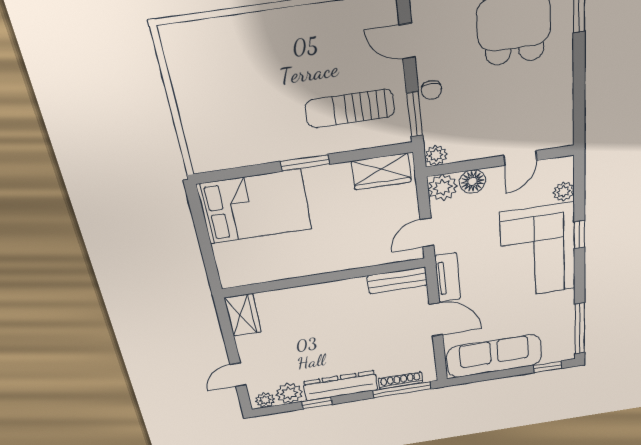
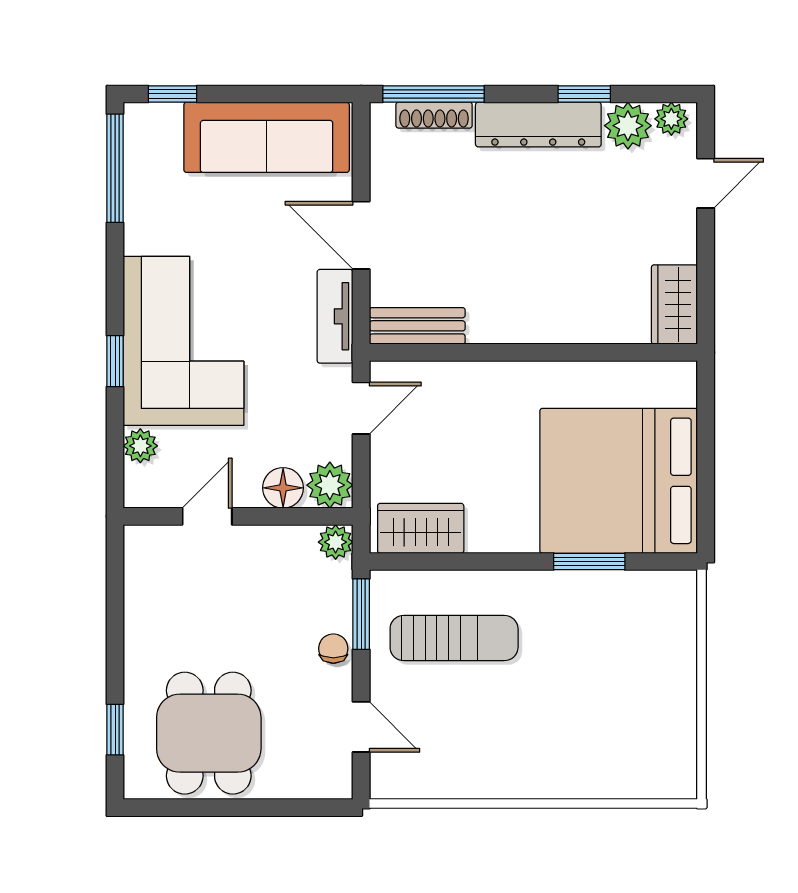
window: (305, 163) -> (589, 562), moved
bed: (255, 207) -> (619, 481), width x1.36

